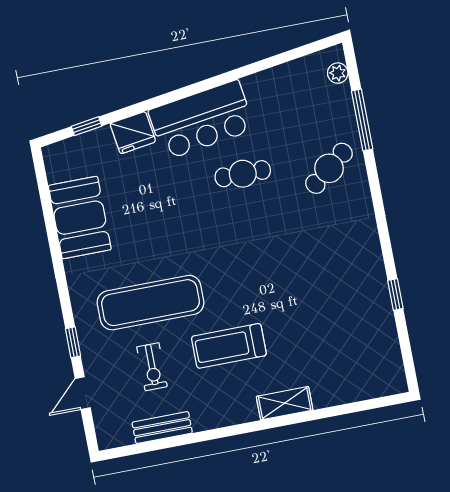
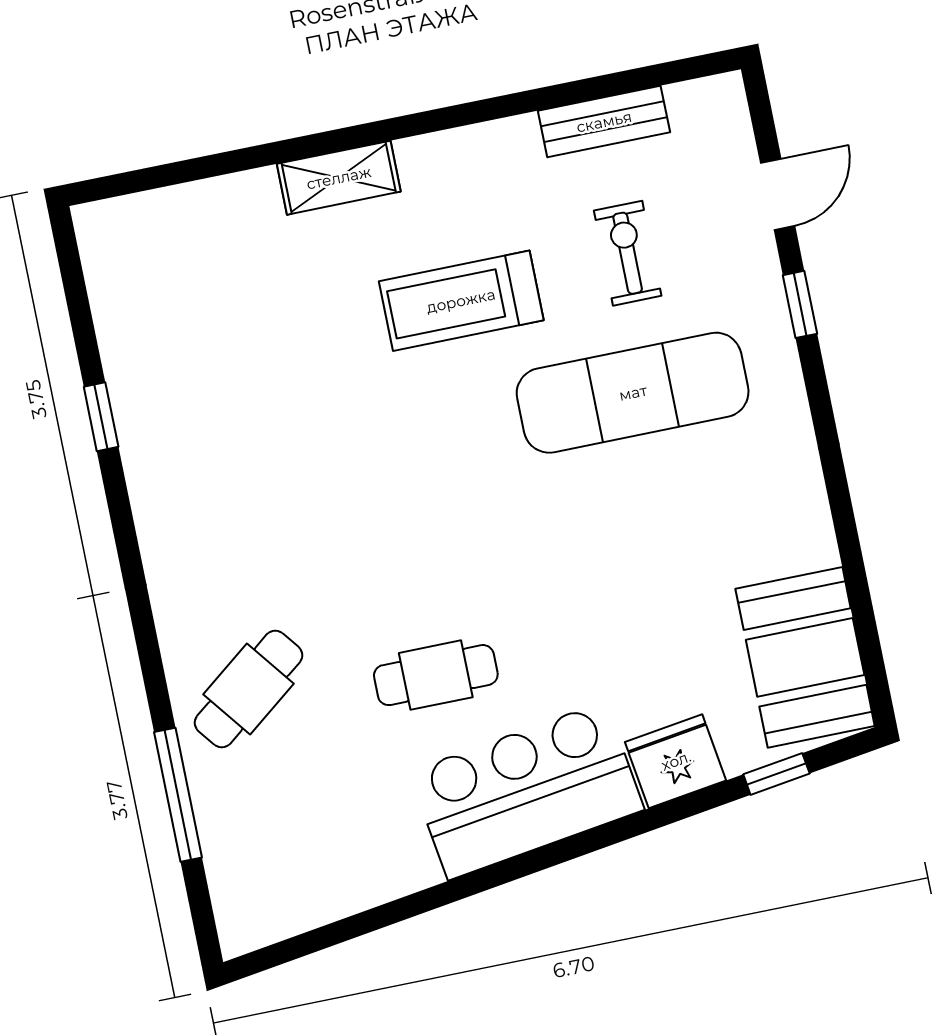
plant: (338, 73) -> (232, 896), removed
booth: (80, 218) -> (805, 657), moved
treadmill: (229, 346) -> (461, 301), turned 180

